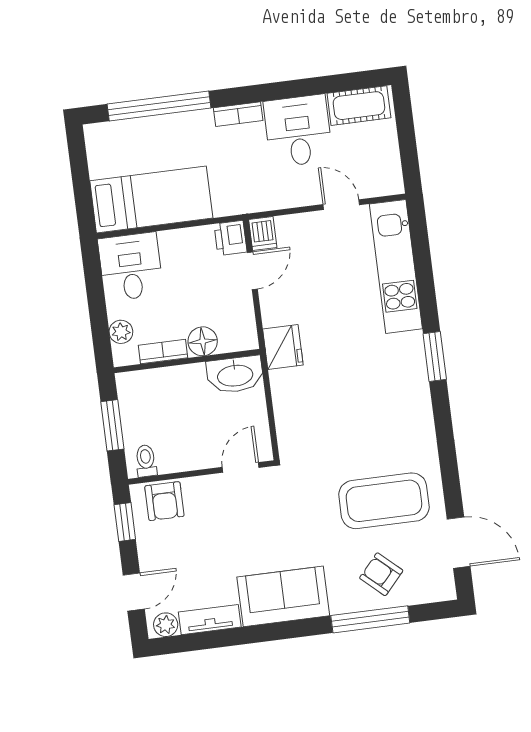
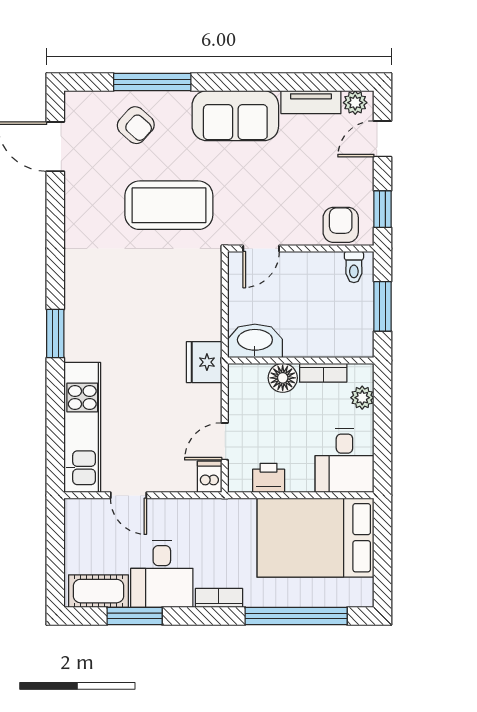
window: (320, 85) -> (135, 616), added
bed: (151, 199) -> (315, 538), width x1.50
printer: (231, 238) -> (269, 478), moved, turned -90
coffee table: (384, 501) -> (169, 205), moved

